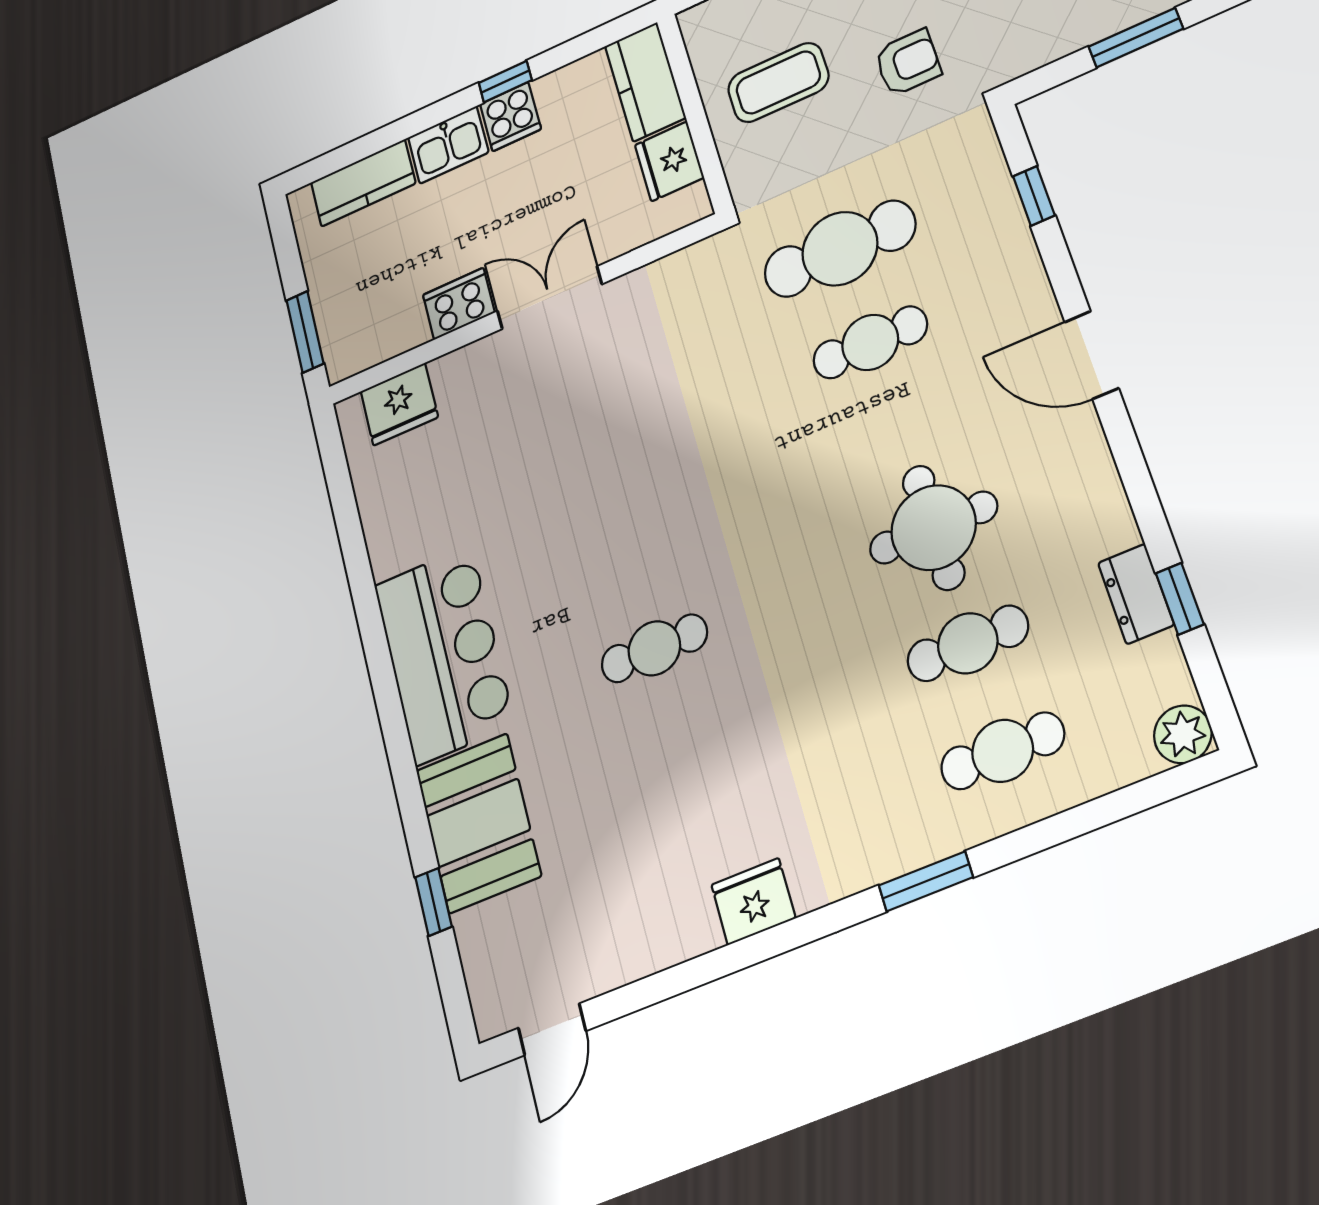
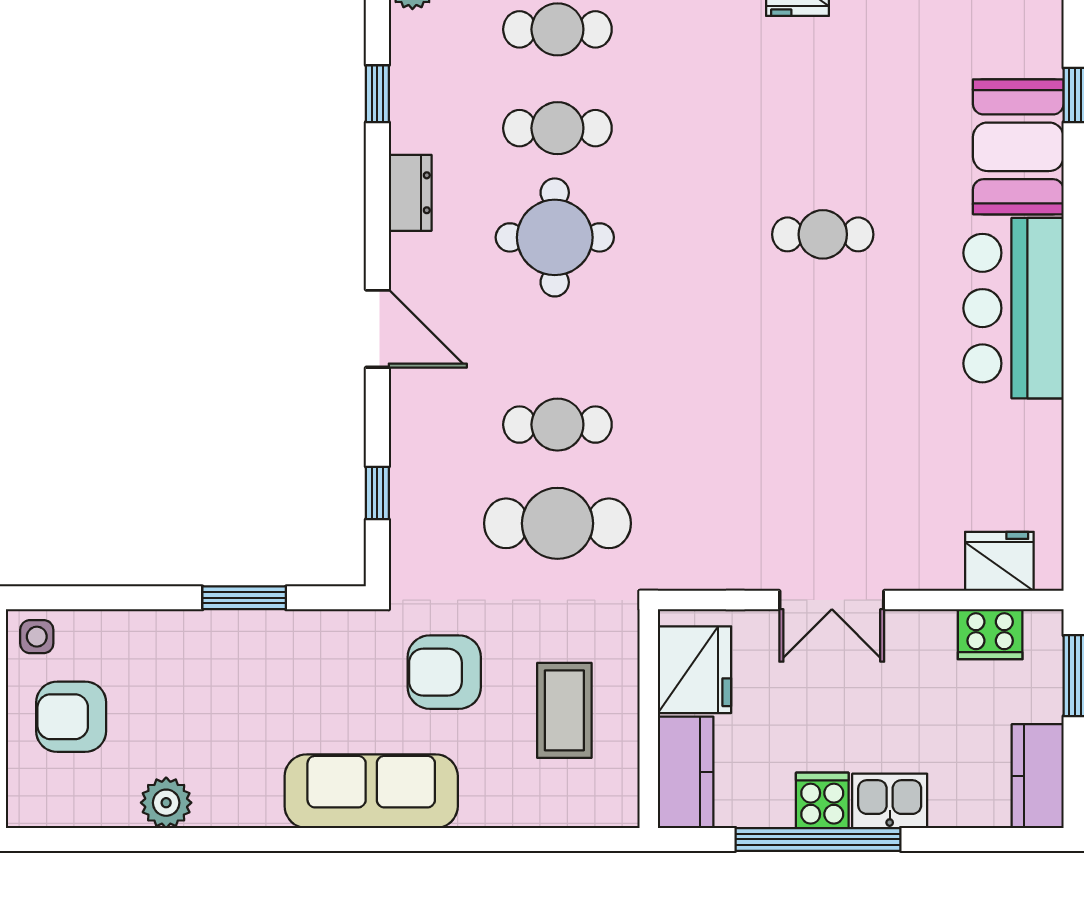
armchair: (908, 63) -> (444, 672), width x1.38, depth x1.38
window: (505, 82) -> (818, 839), width x3.17
coffee table: (778, 82) -> (564, 710), turned 90
fridge: (669, 161) -> (695, 670), width x1.36, depth x1.34
kitchen counter: (363, 183) -> (1038, 776), moved, turned -90
cooker: (459, 304) -> (990, 634), moved
dresser: (1136, 594) -> (410, 193), moved

